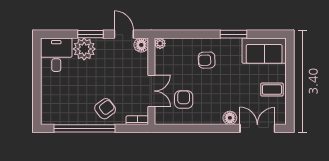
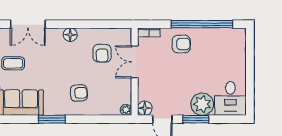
armchair: (105, 109) -> (181, 44), turned -143
floor lamp: (230, 118) -> (70, 35), moved

